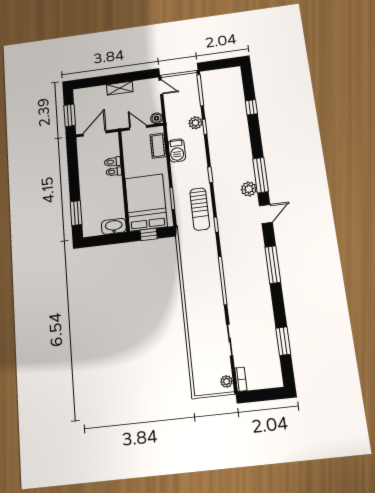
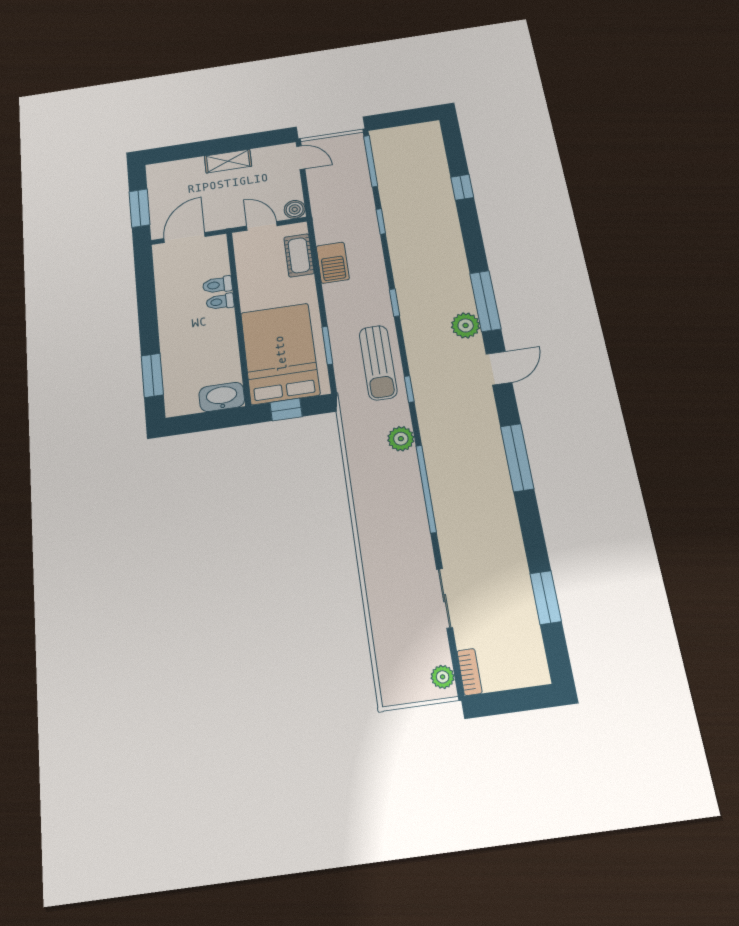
plant: (196, 123) -> (401, 439), moved

